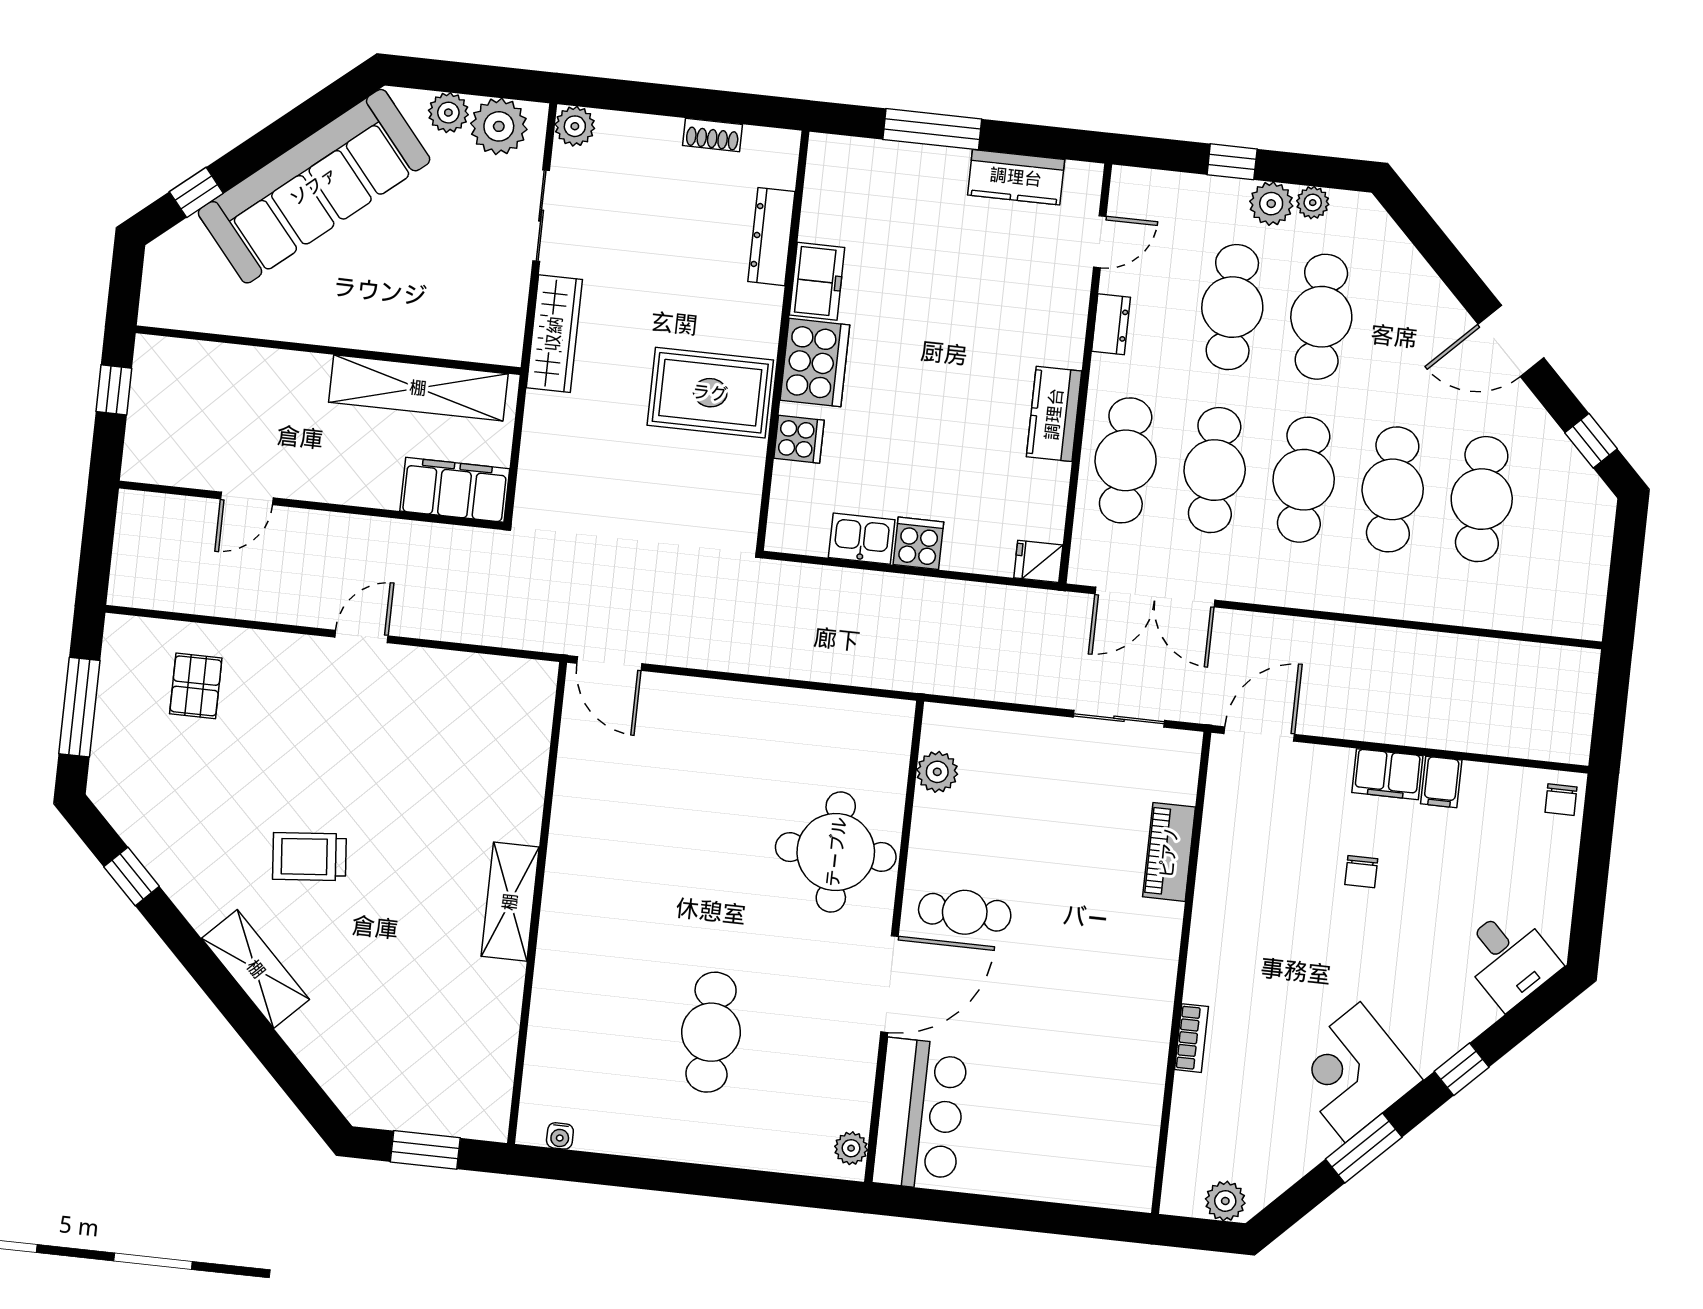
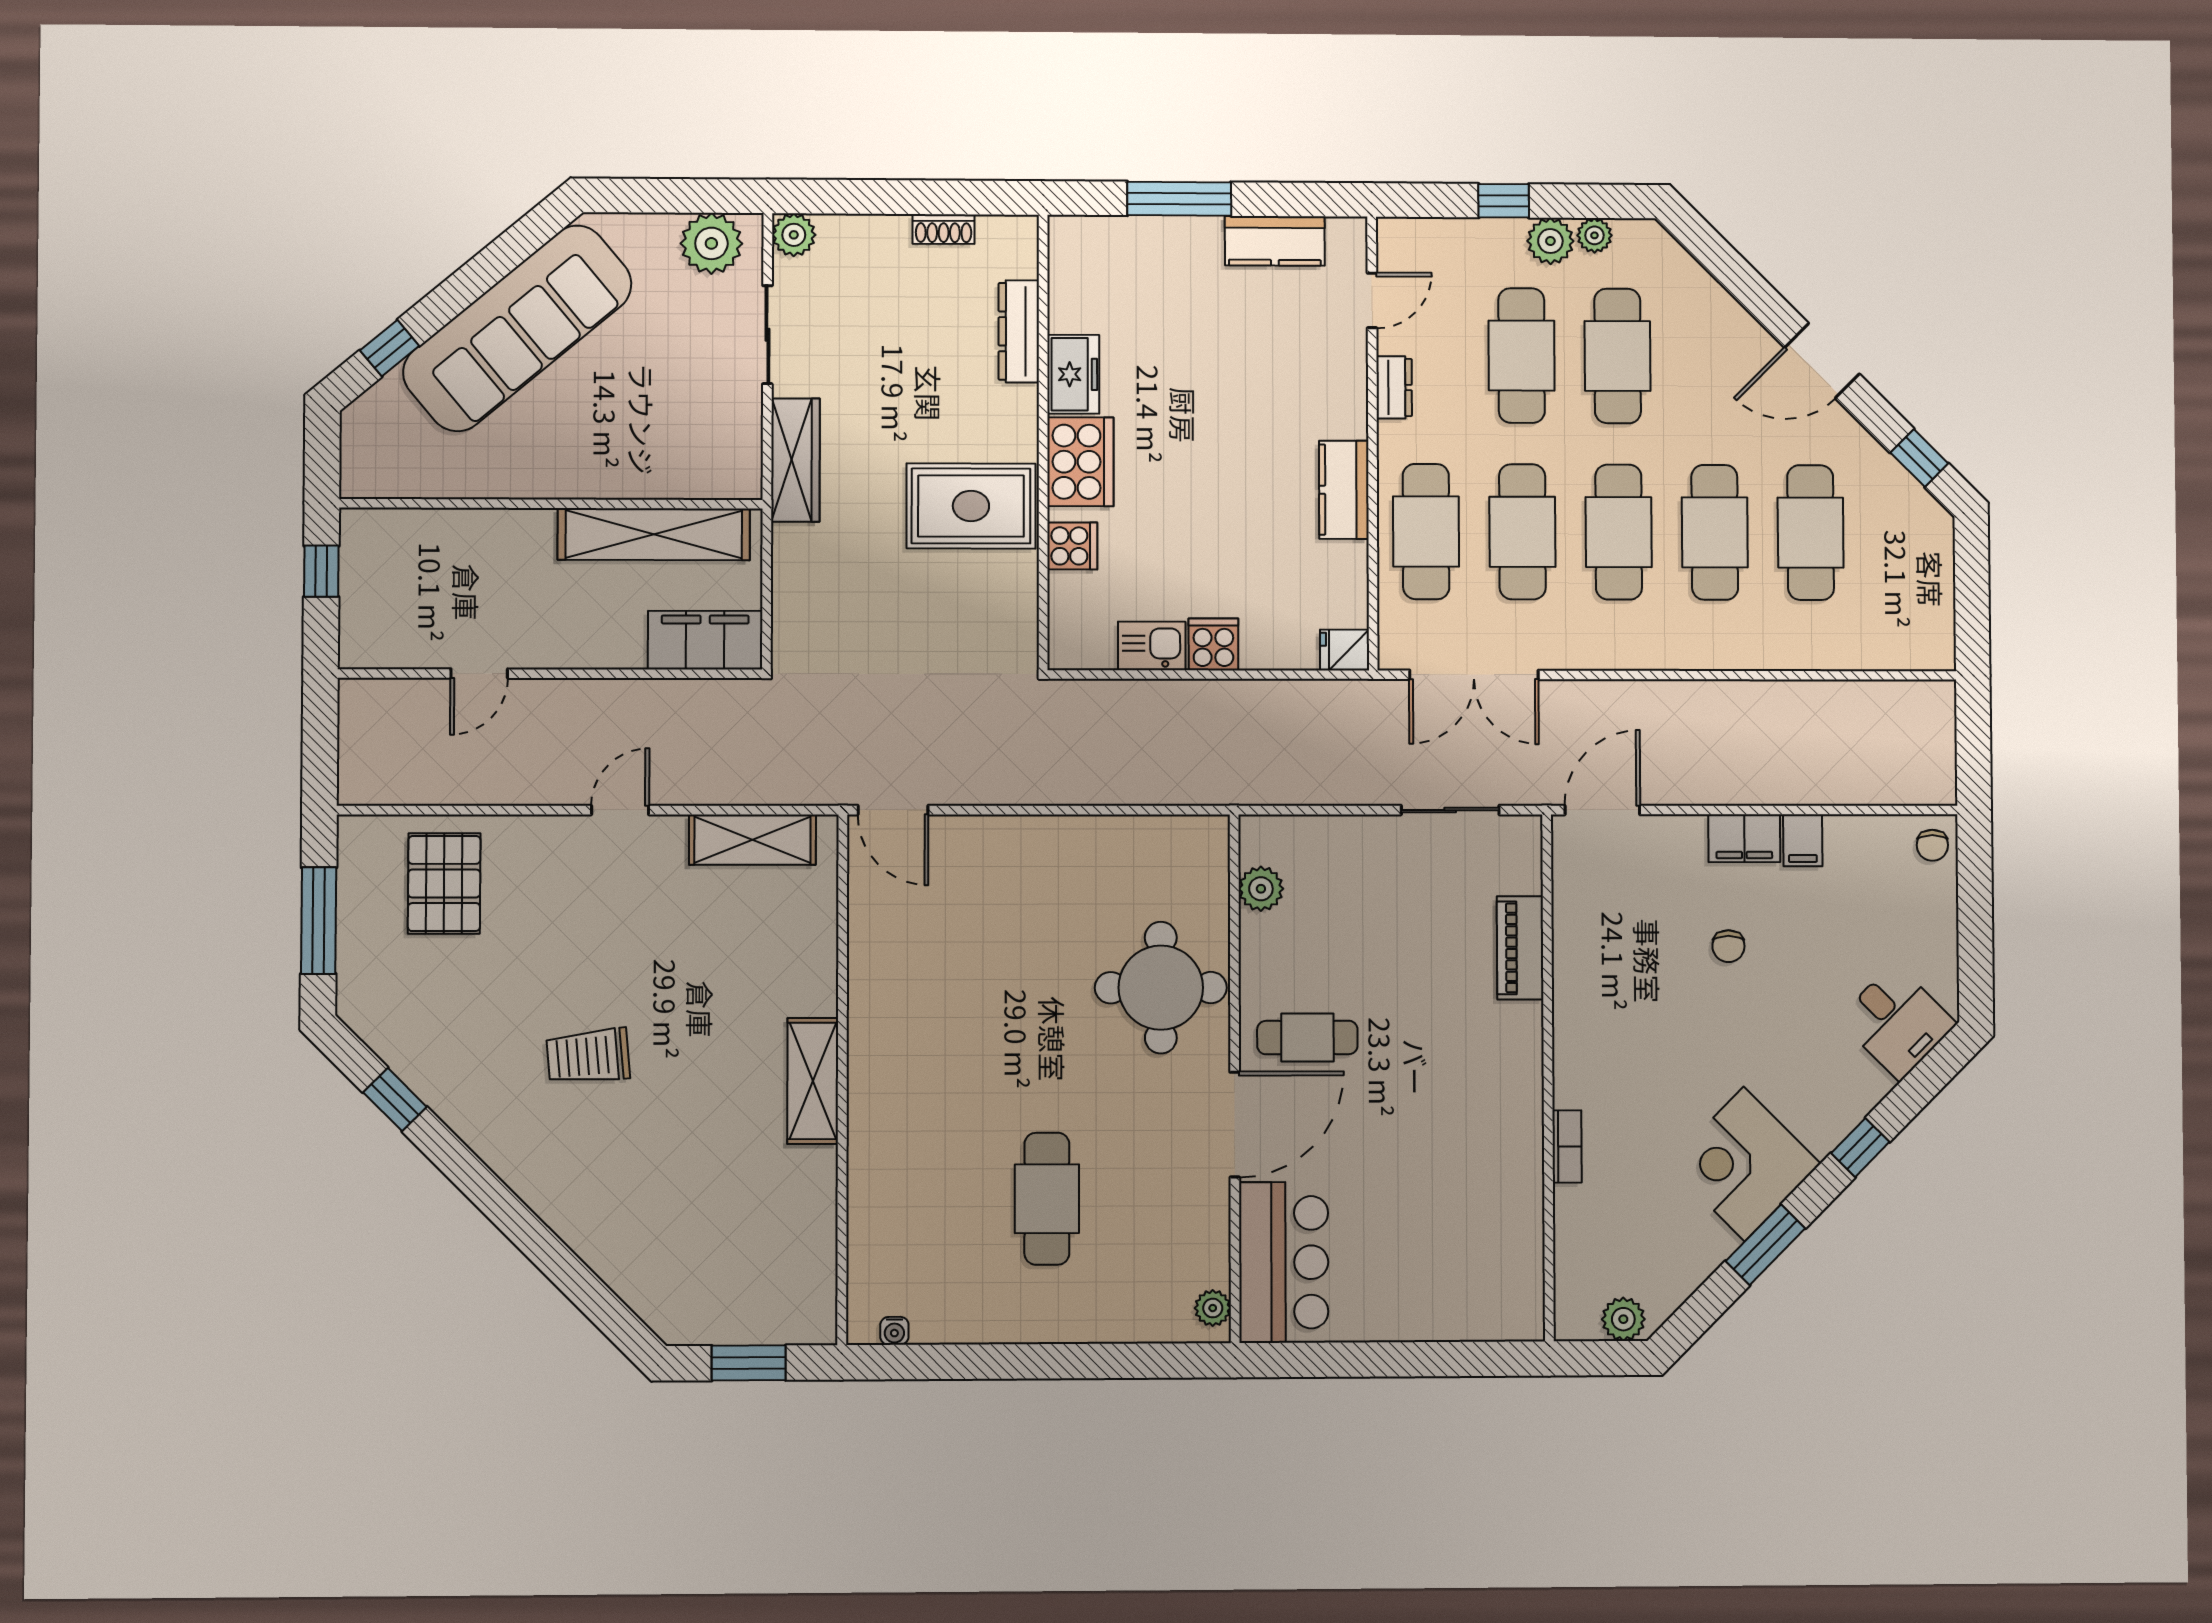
plant: (448, 113) -> (655, 234), removed
pallet: (196, 686) -> (444, 883), width x1.50, depth x1.42
shelving: (256, 969) -> (752, 840), moved, turned -45

